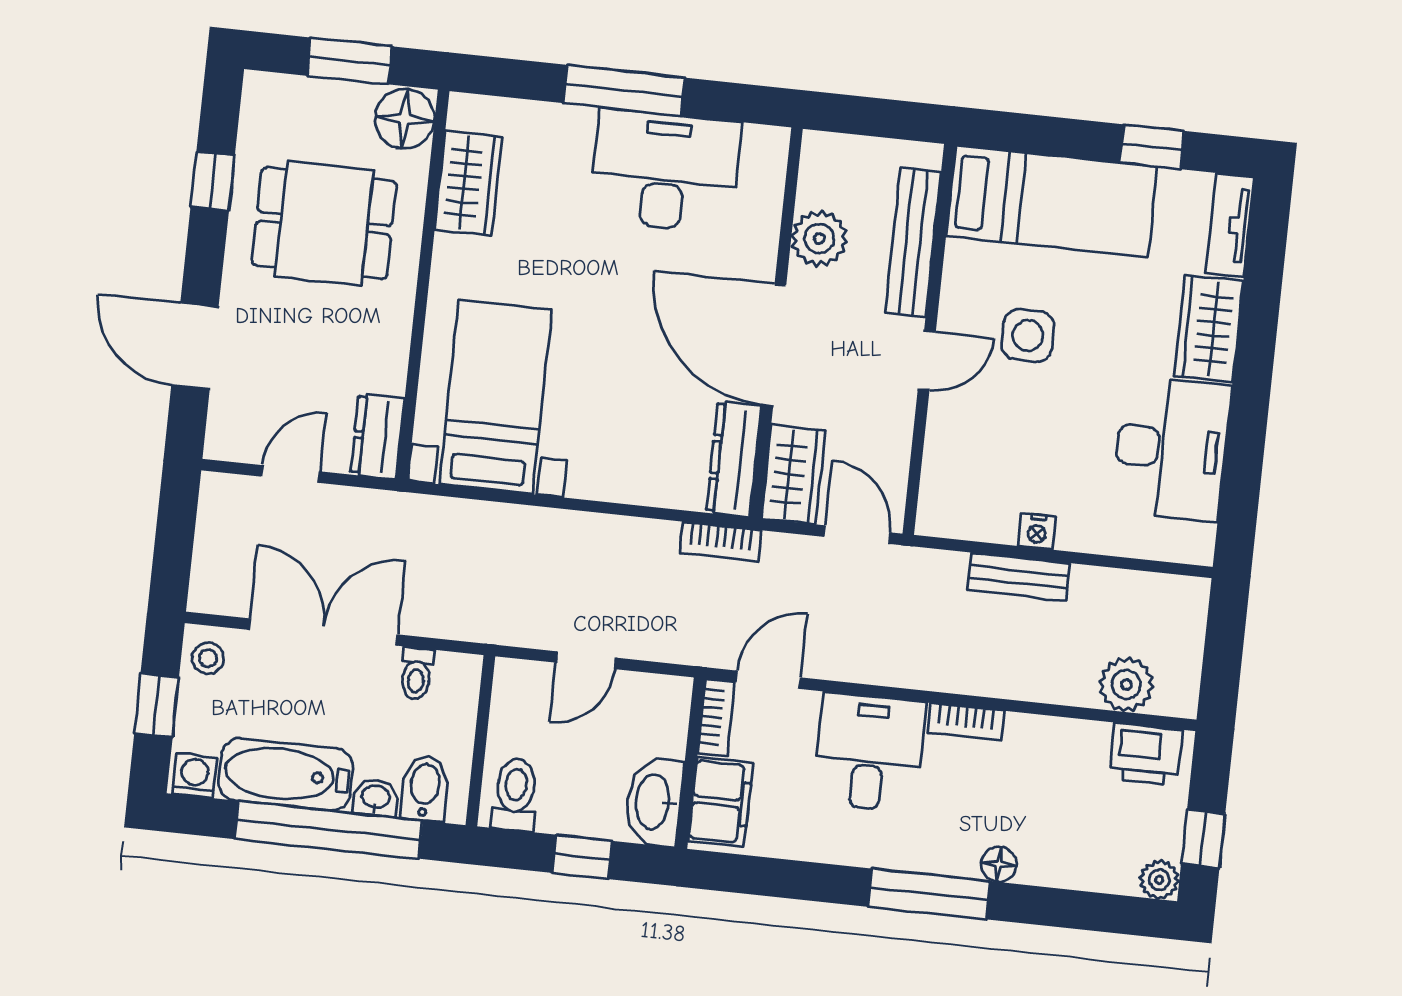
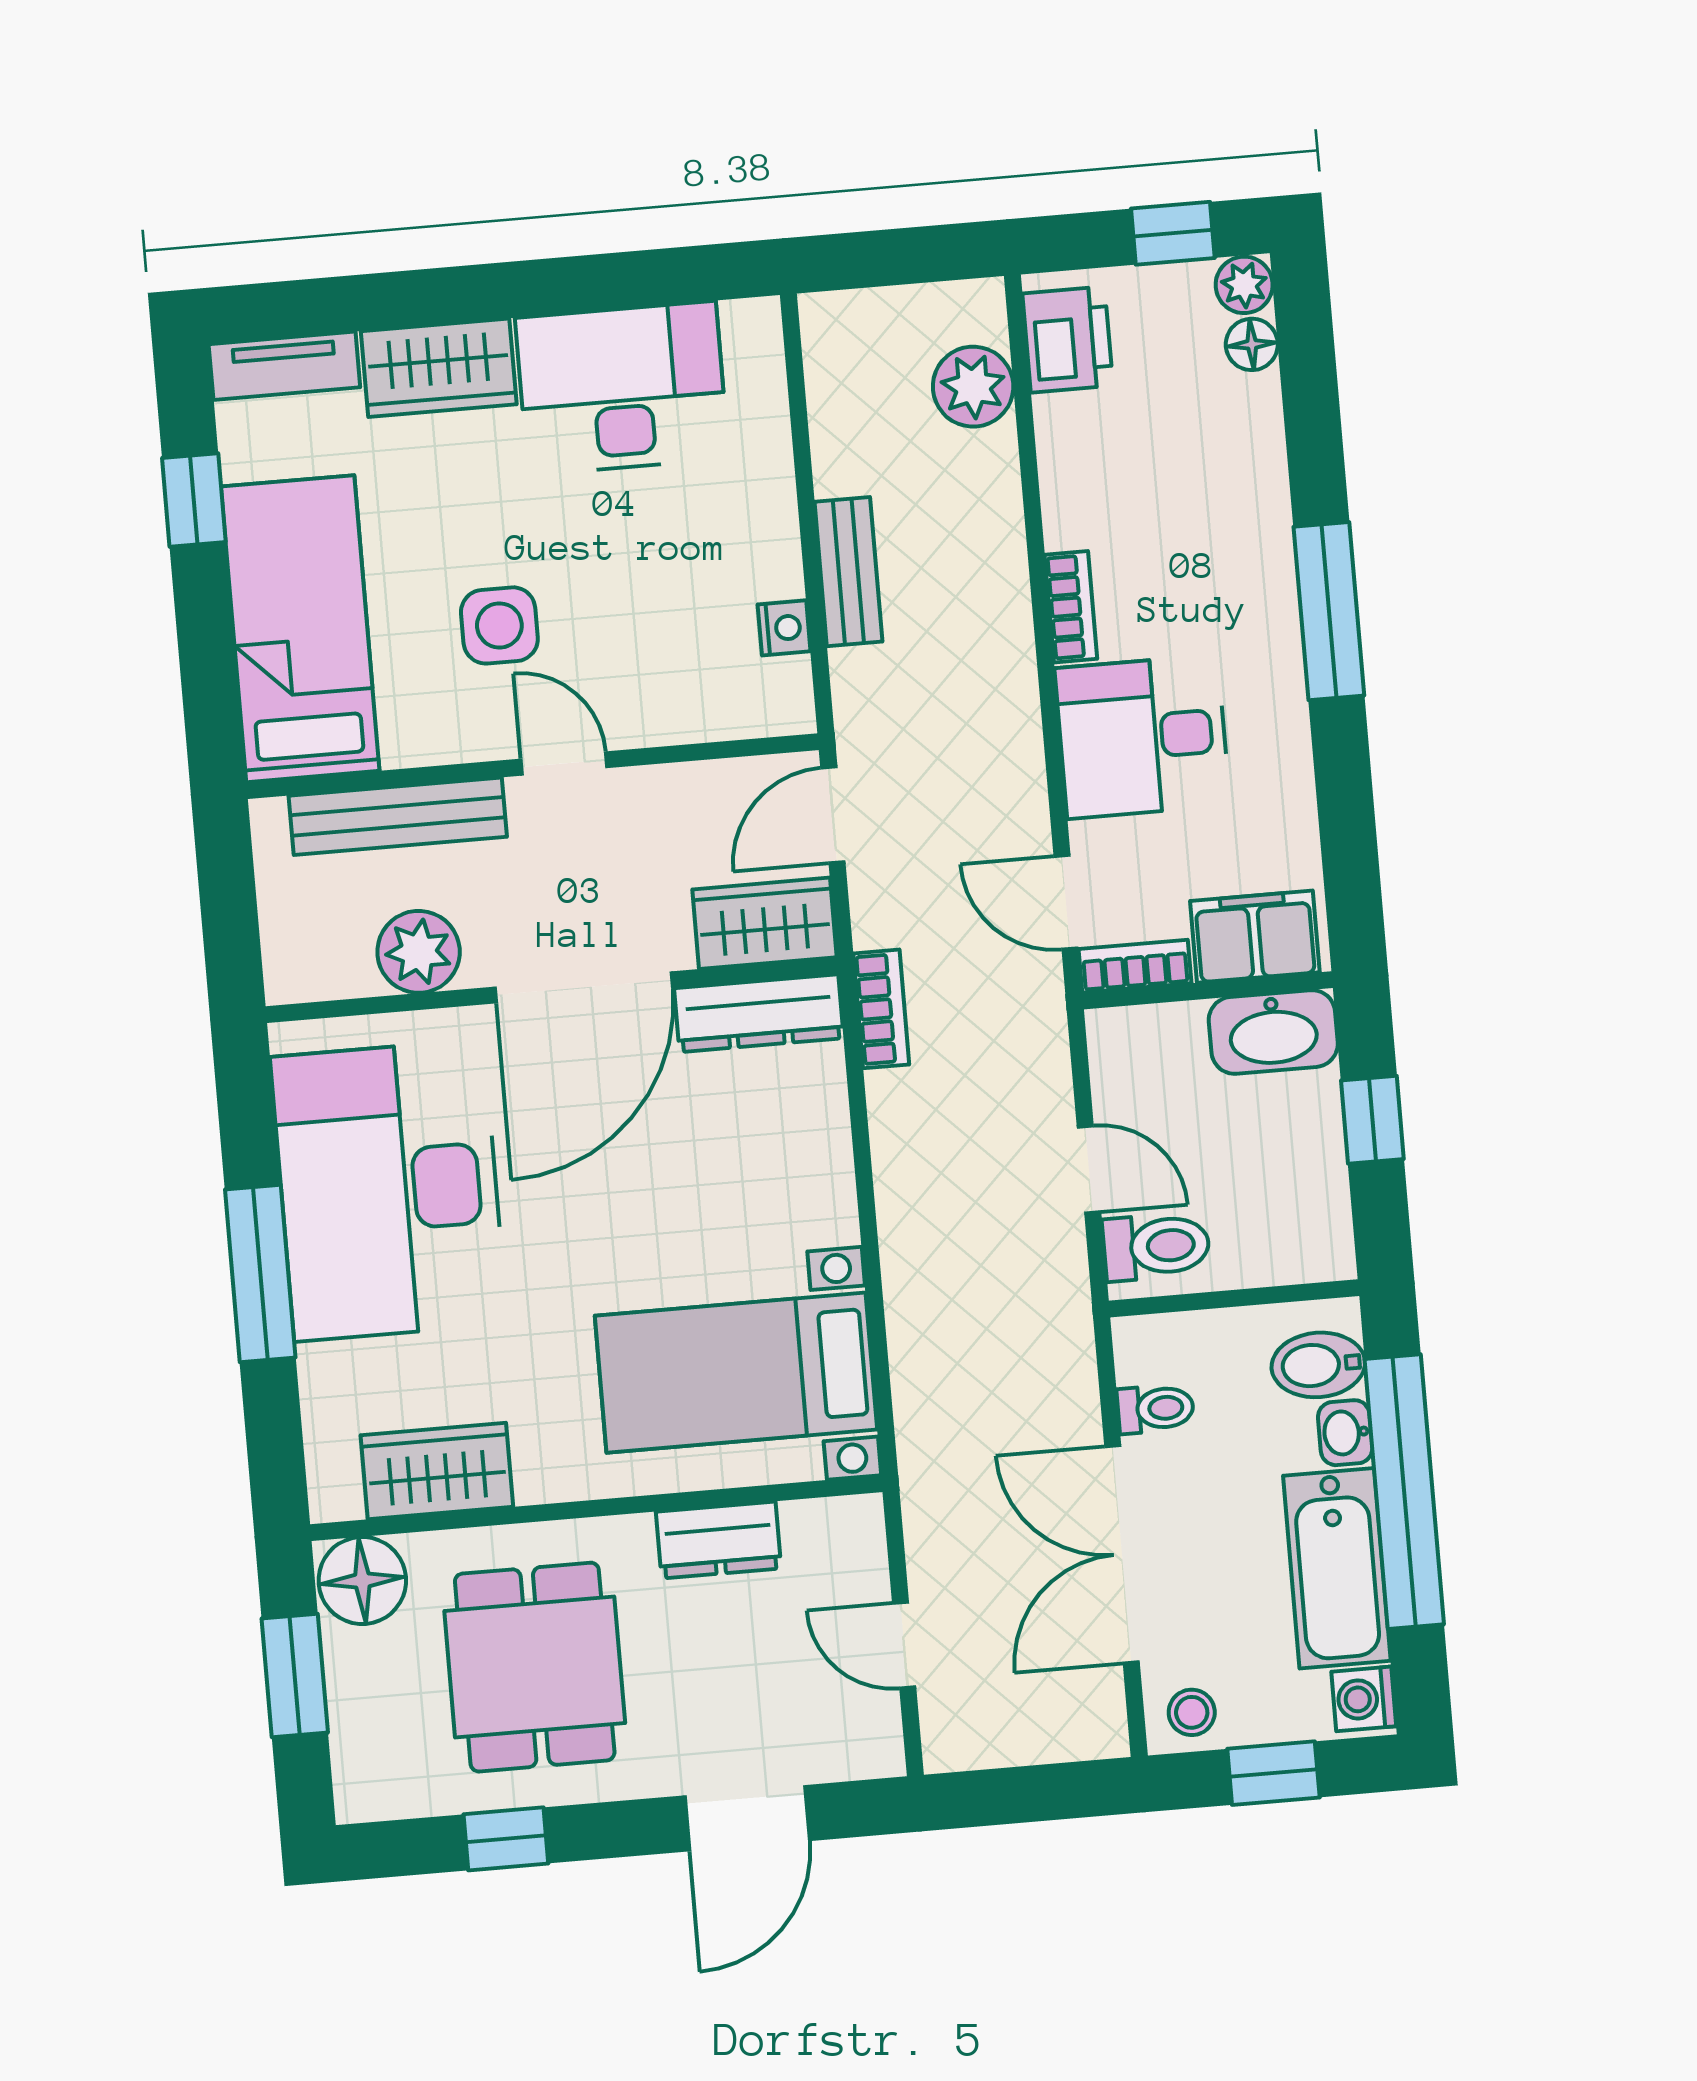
desk: (665, 171) -> (389, 1190), width x1.36, depth x1.30
dresser: (378, 436) -> (718, 1540), moved
nightstand: (1037, 531) -> (784, 628), moved
toilet: (515, 795) -> (1156, 1246), moved, turned 180
floor lamp: (999, 864) -> (1252, 344), moved

